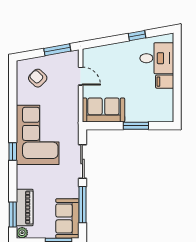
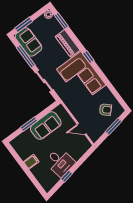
window: (57, 50) -> (113, 127), moved
desk: (157, 58) -> (60, 162), moved, turned -100
sofa: (103, 110) -> (46, 126), moved
piano: (25, 207) -> (68, 43), moved

